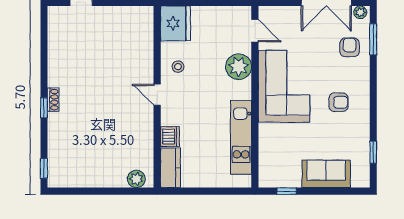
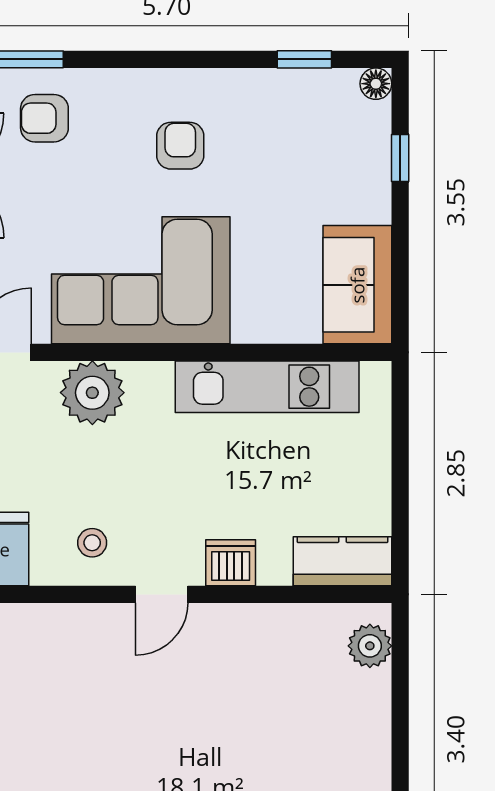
dishwasher: (170, 137) -> (231, 563), moved
sofa: (326, 174) -> (357, 285), moved
floor lamp: (363, 181) -> (376, 84), added
window: (287, 191) -> (400, 158), moved

